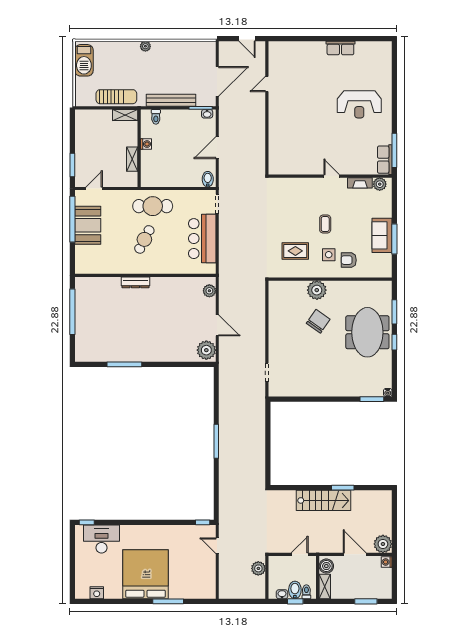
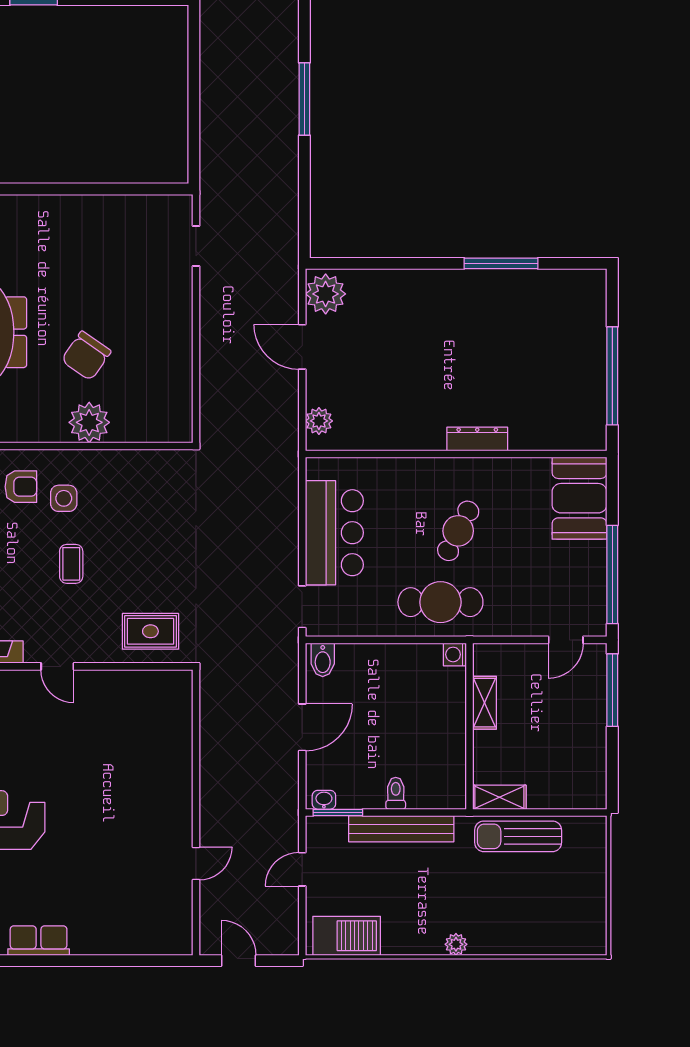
barbecue: (84, 60) -> (347, 936), moved, turned 90
door: (217, 81) -> (302, 869), width x0.53
toilet: (156, 117) -> (396, 793), moved
washing machine: (146, 144) -> (455, 654), moved
window: (72, 165) -> (612, 690), width x1.44
booth: (88, 225) -> (579, 498), moved
rug: (295, 251) -> (150, 631), moved

